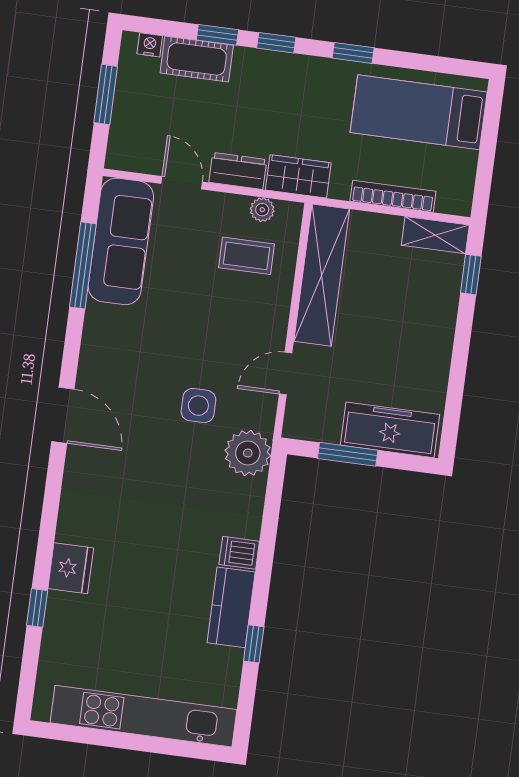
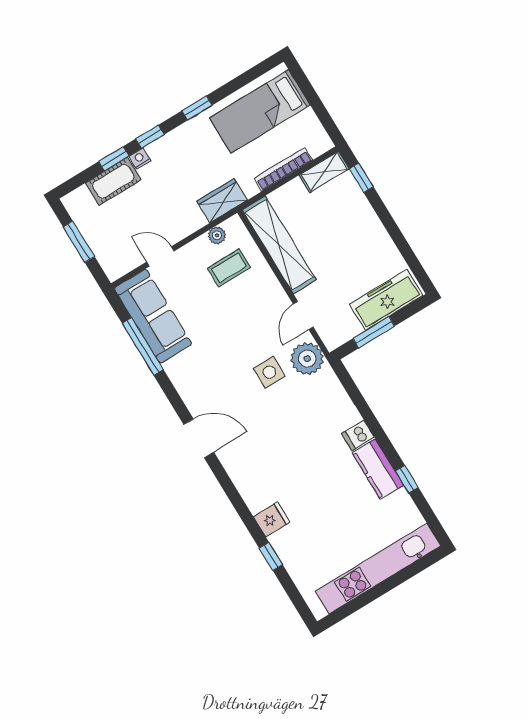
nightstand: (150, 45) -> (140, 159), moved
dresser: (238, 171) -> (186, 225), removed
plant: (248, 453) -> (307, 359), moved
fridge: (71, 568) -> (272, 519), width x0.72

